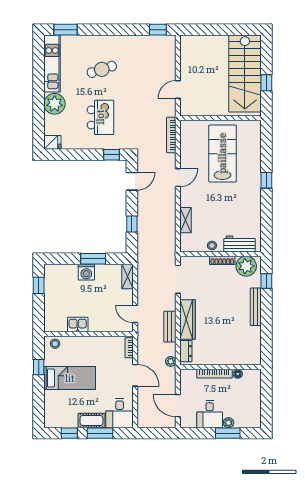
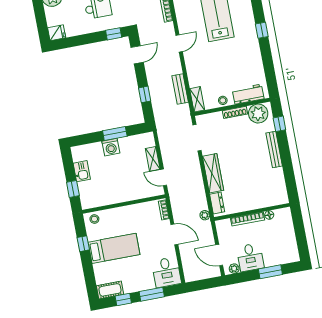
shelving: (185, 220) -> (197, 99), moved
shelving: (128, 276) -> (153, 159), moved
window: (39, 285) -> (73, 189), moved
kitchen sink: (78, 325) -> (82, 171), moved, turned 90
bench: (170, 327) -> (180, 89), moved
cot: (92, 421) -> (110, 290), moved
plant: (228, 423) -> (234, 269), moved

